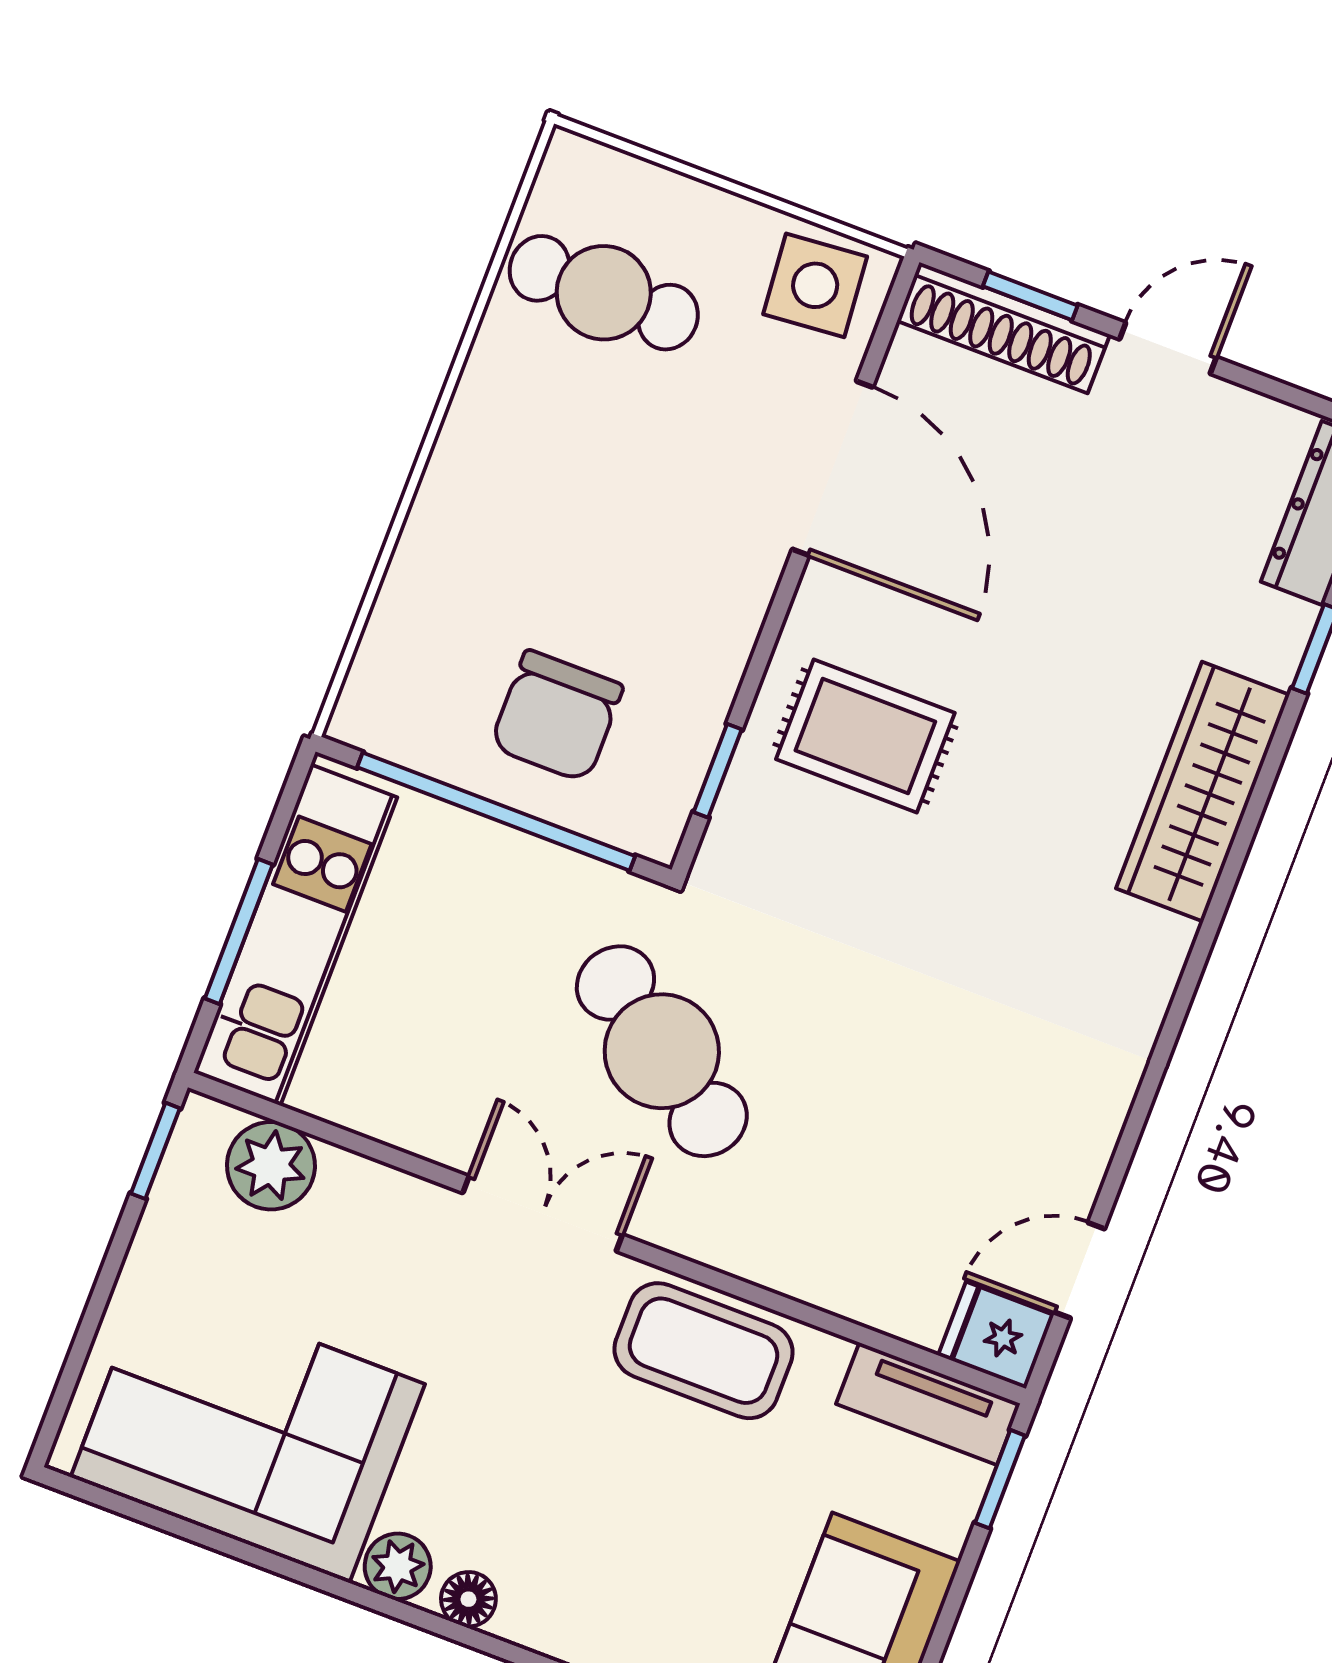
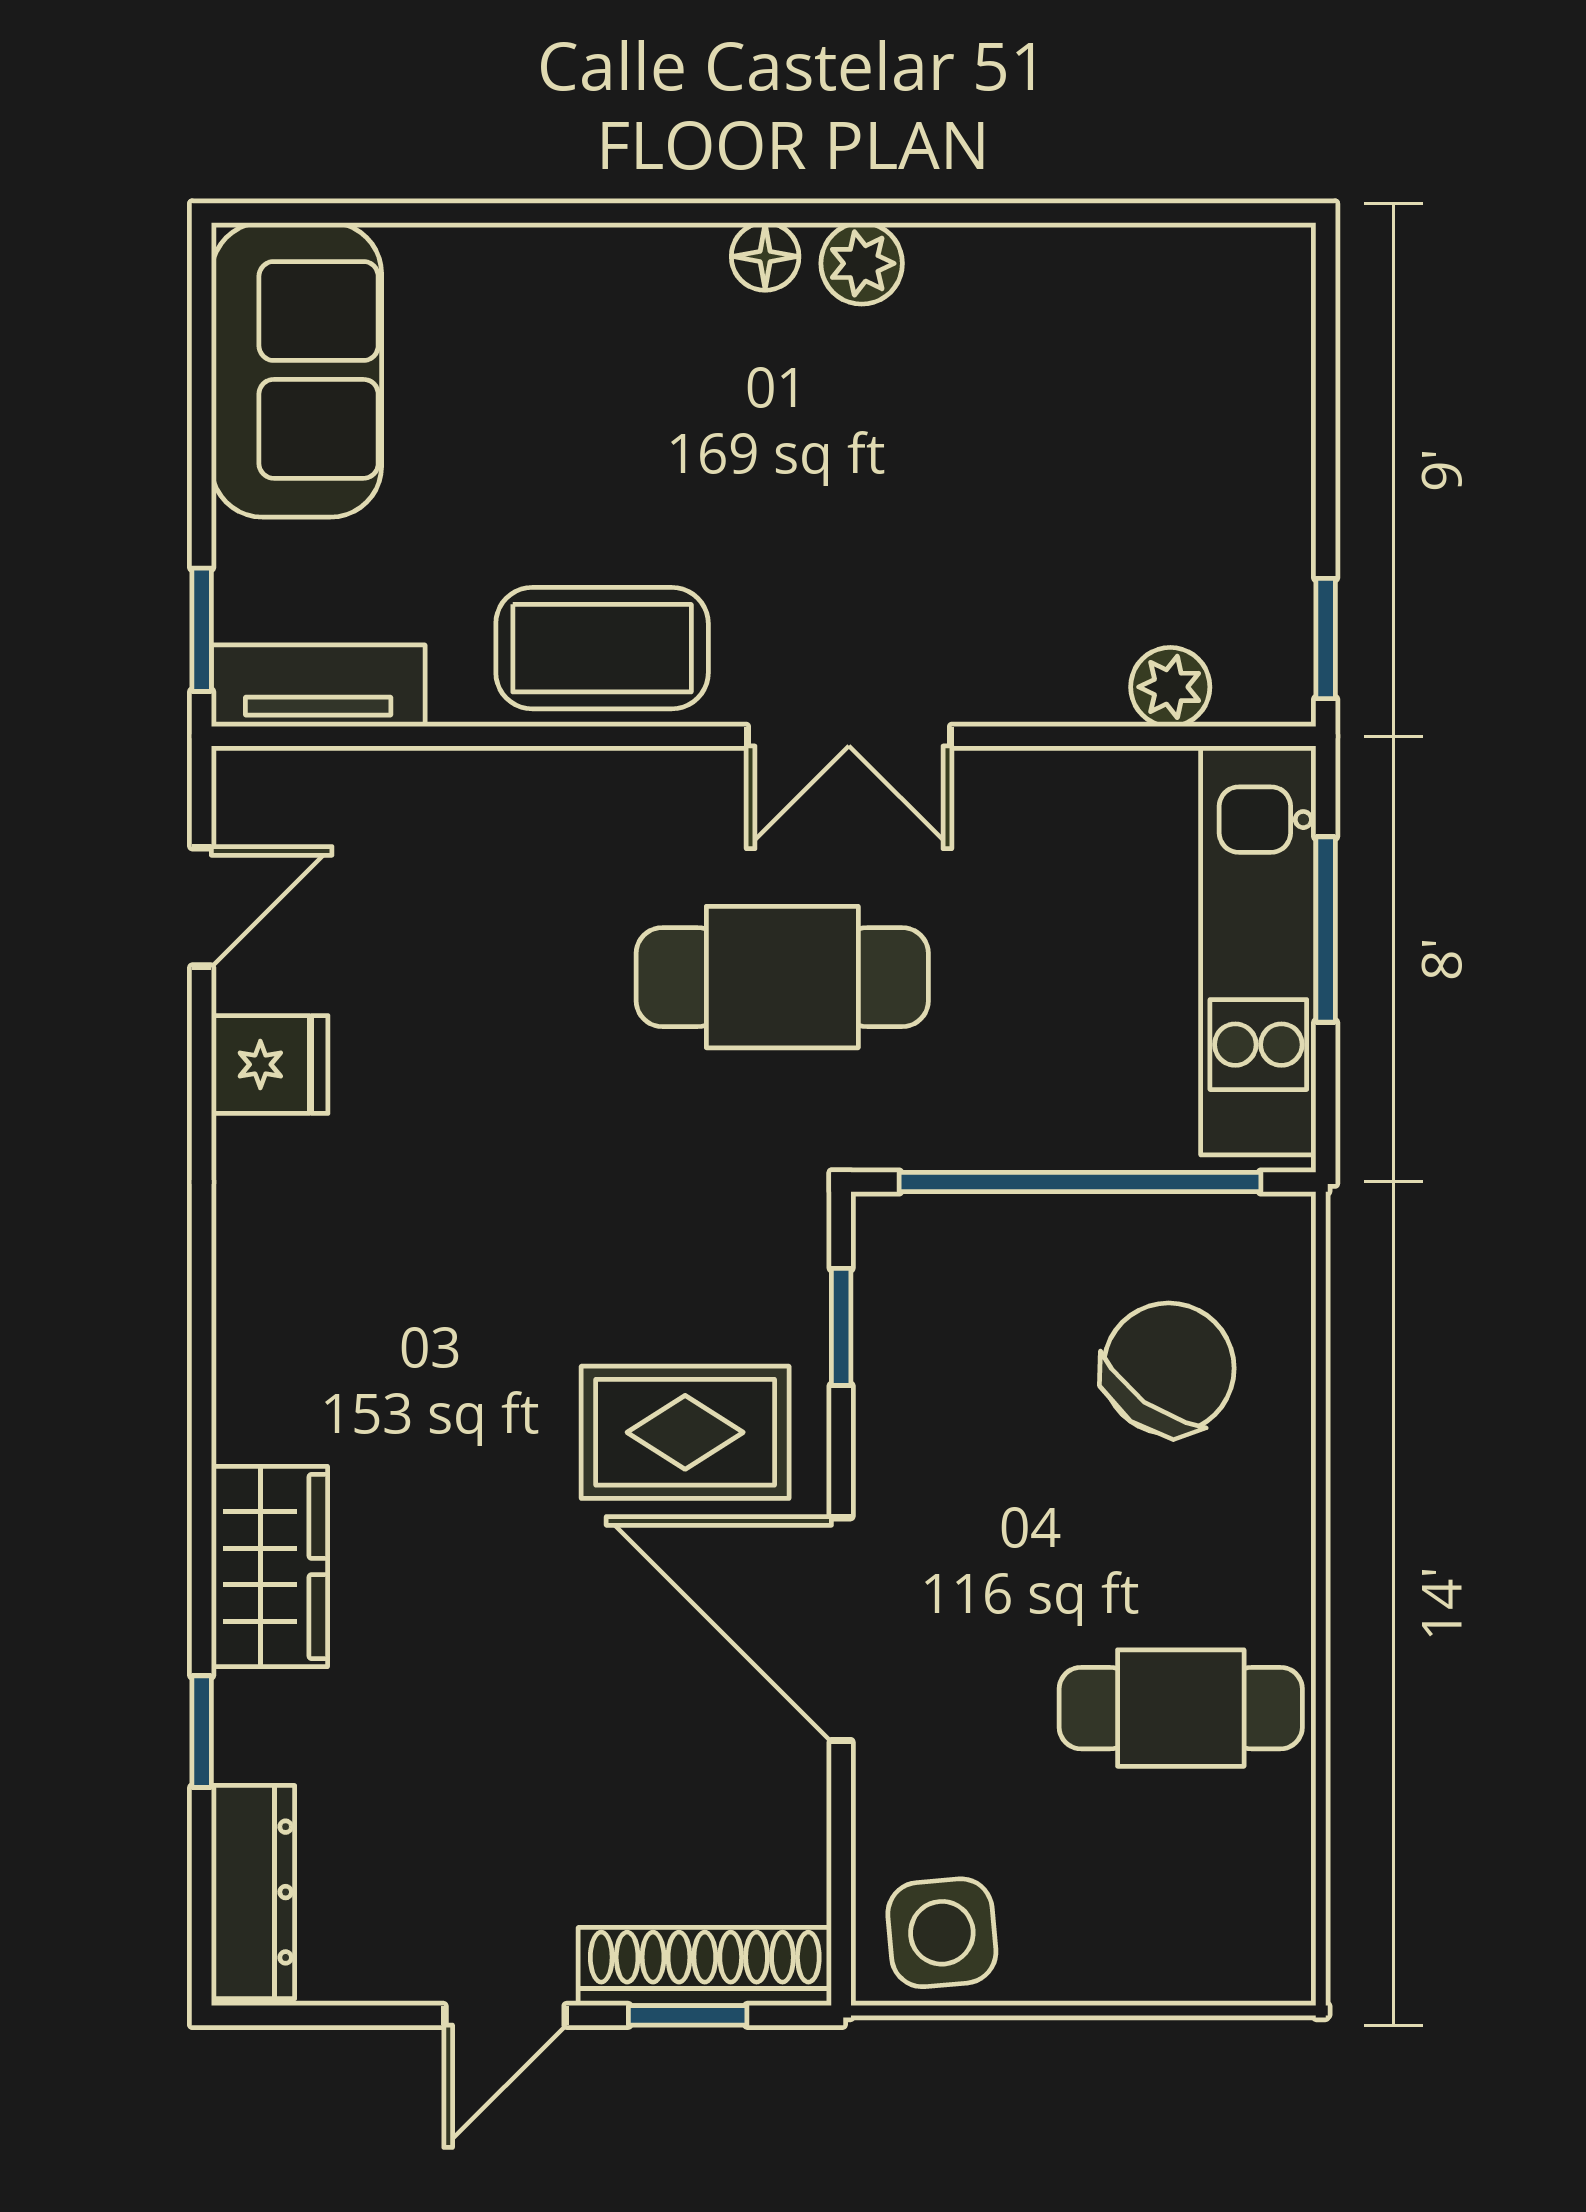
cafe table: (604, 293) -> (1181, 1708), moved
door: (833, 468) -> (841, 1629), moved
chair: (557, 716) -> (1169, 1368), moved, turned 36
wardrobe: (1203, 792) -> (269, 1566), width x0.67
cafe table: (662, 1051) -> (782, 977), turned -35
plant: (271, 1166) -> (1170, 687), width x0.73, depth x0.73
fridge: (996, 1335) -> (270, 1064), moved
corner sofa: (248, 1431) -> (1095, 355), removed

